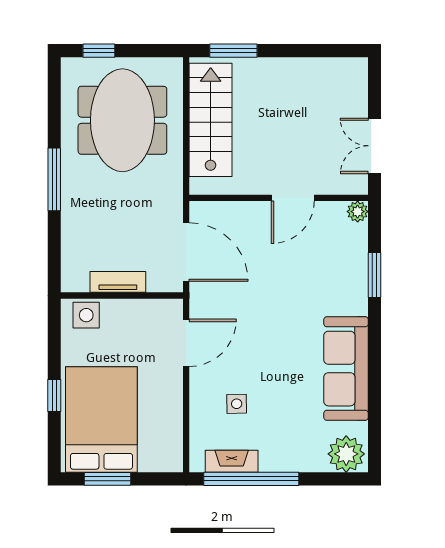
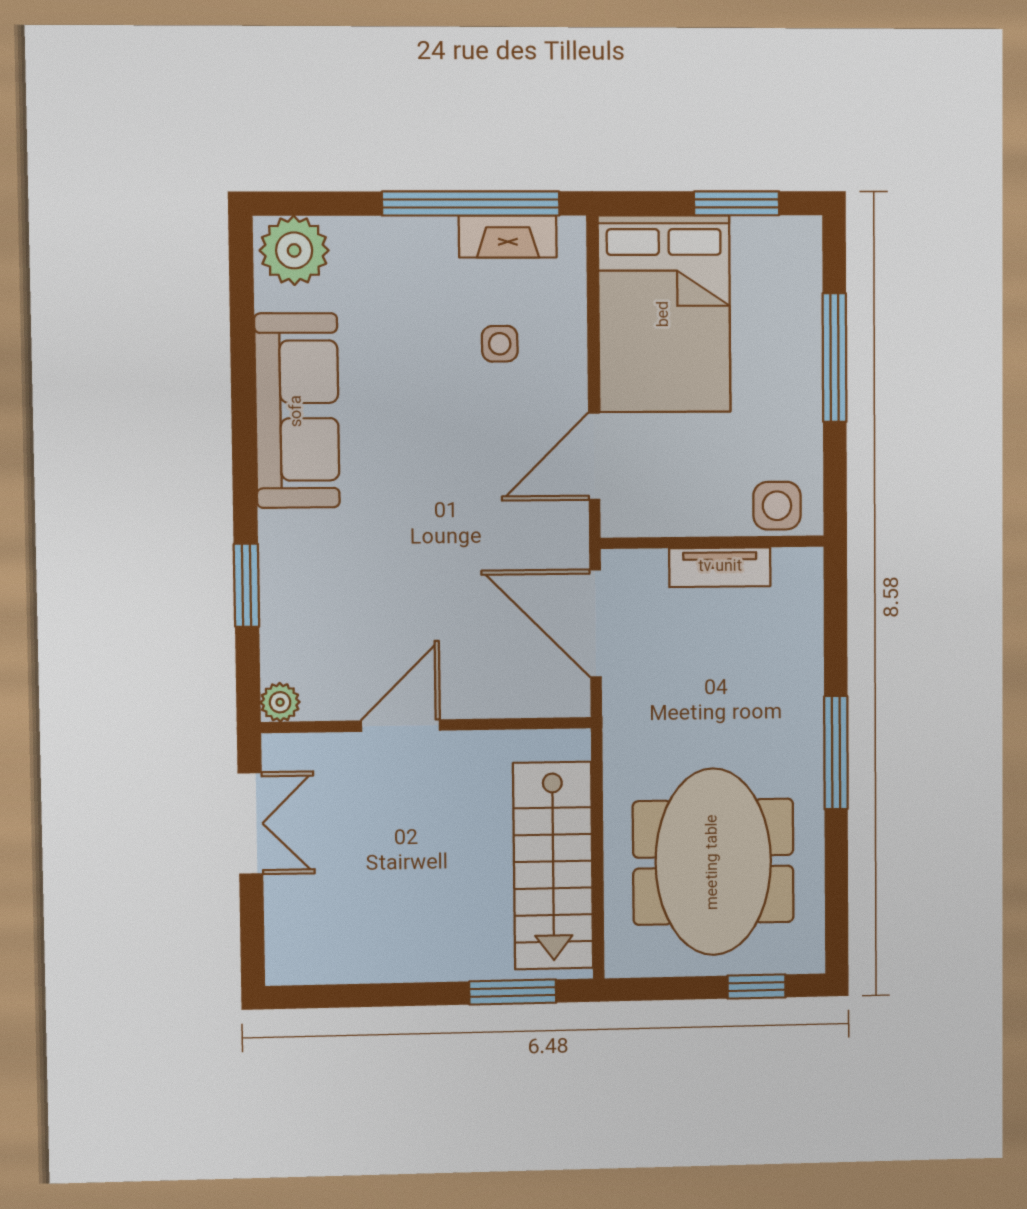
window: (54, 395) -> (835, 358), width x2.17
bed: (101, 420) -> (664, 314), moved

